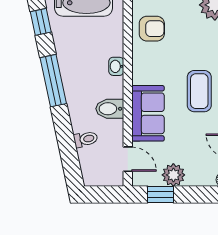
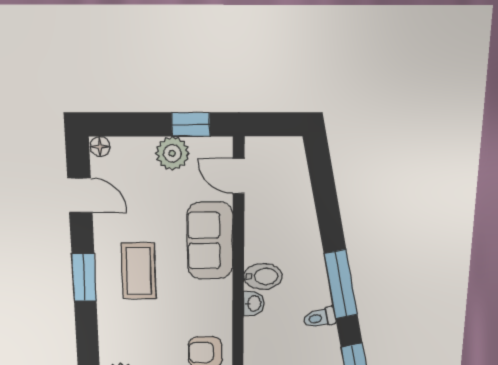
bidet: (110, 109) -> (263, 276), moved
toilet: (86, 139) -> (320, 318), moved

